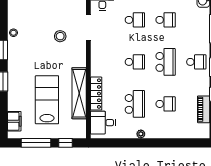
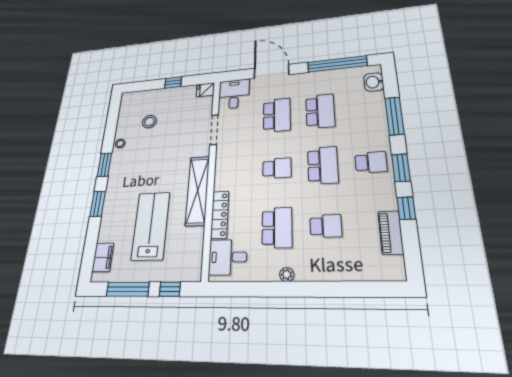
school desk: (135, 20) -> (277, 115), width x1.85
school desk: (166, 20) -> (320, 111), width x1.85
stool: (60, 36) -> (149, 122), moved
shelving: (79, 93) -> (198, 190), moved

